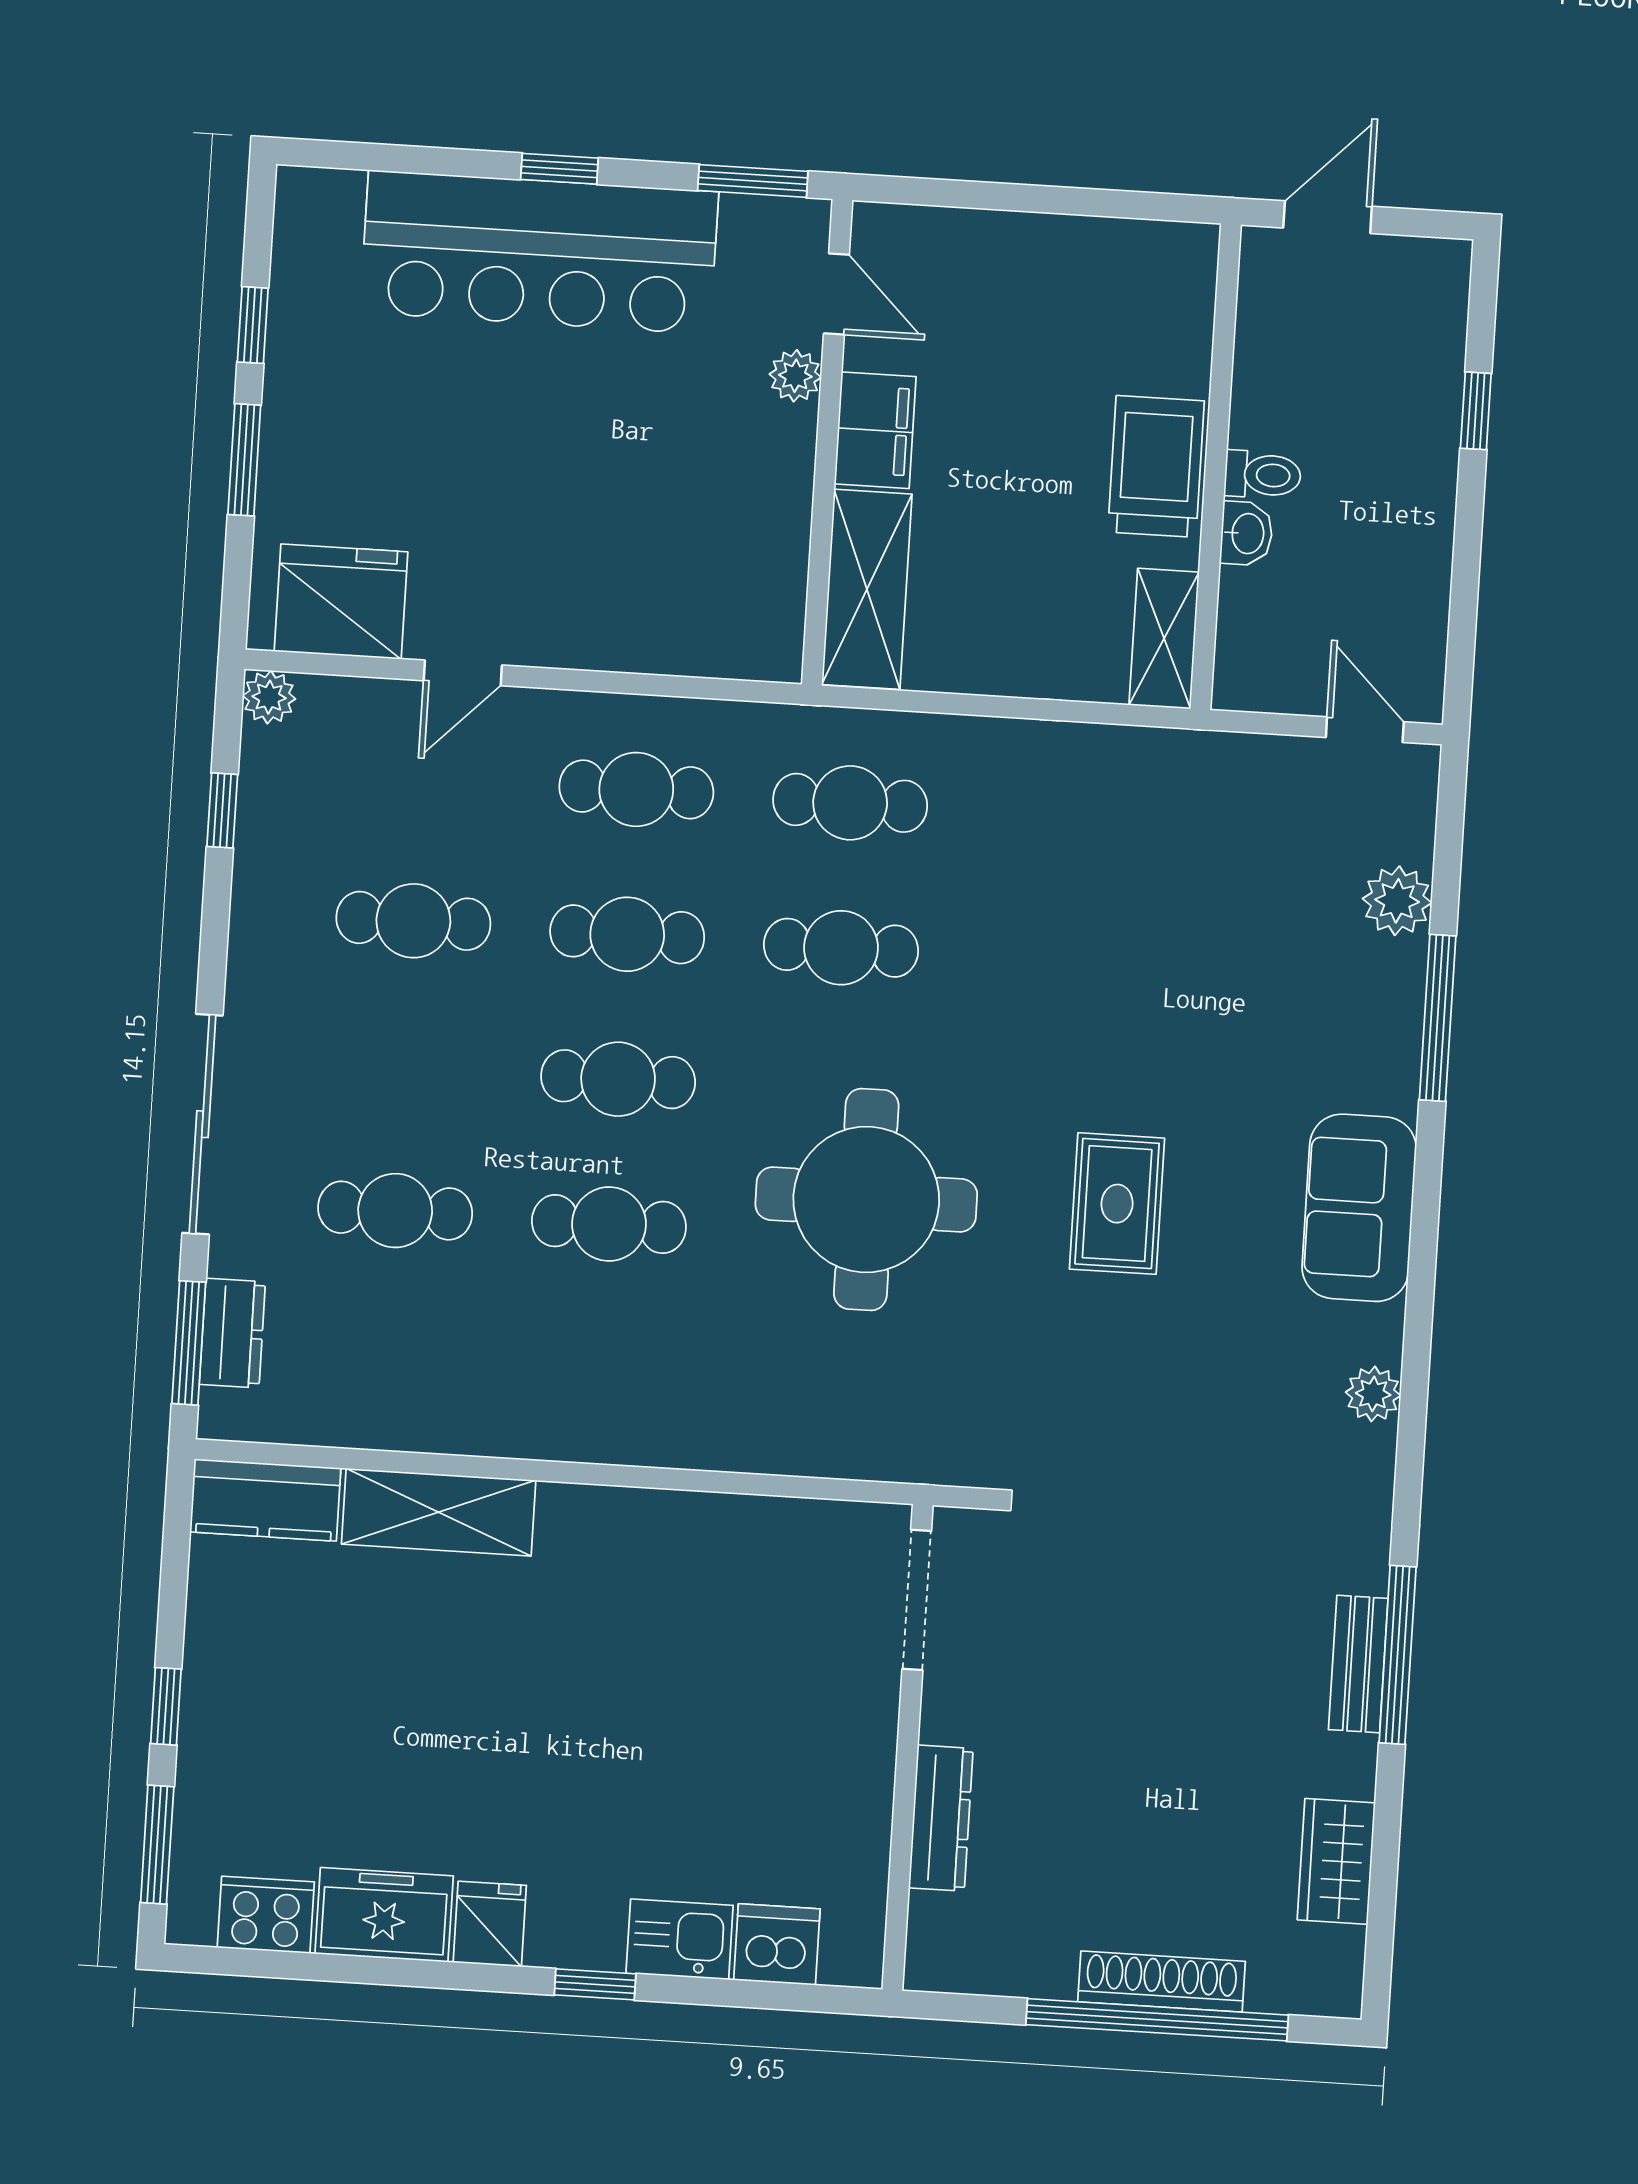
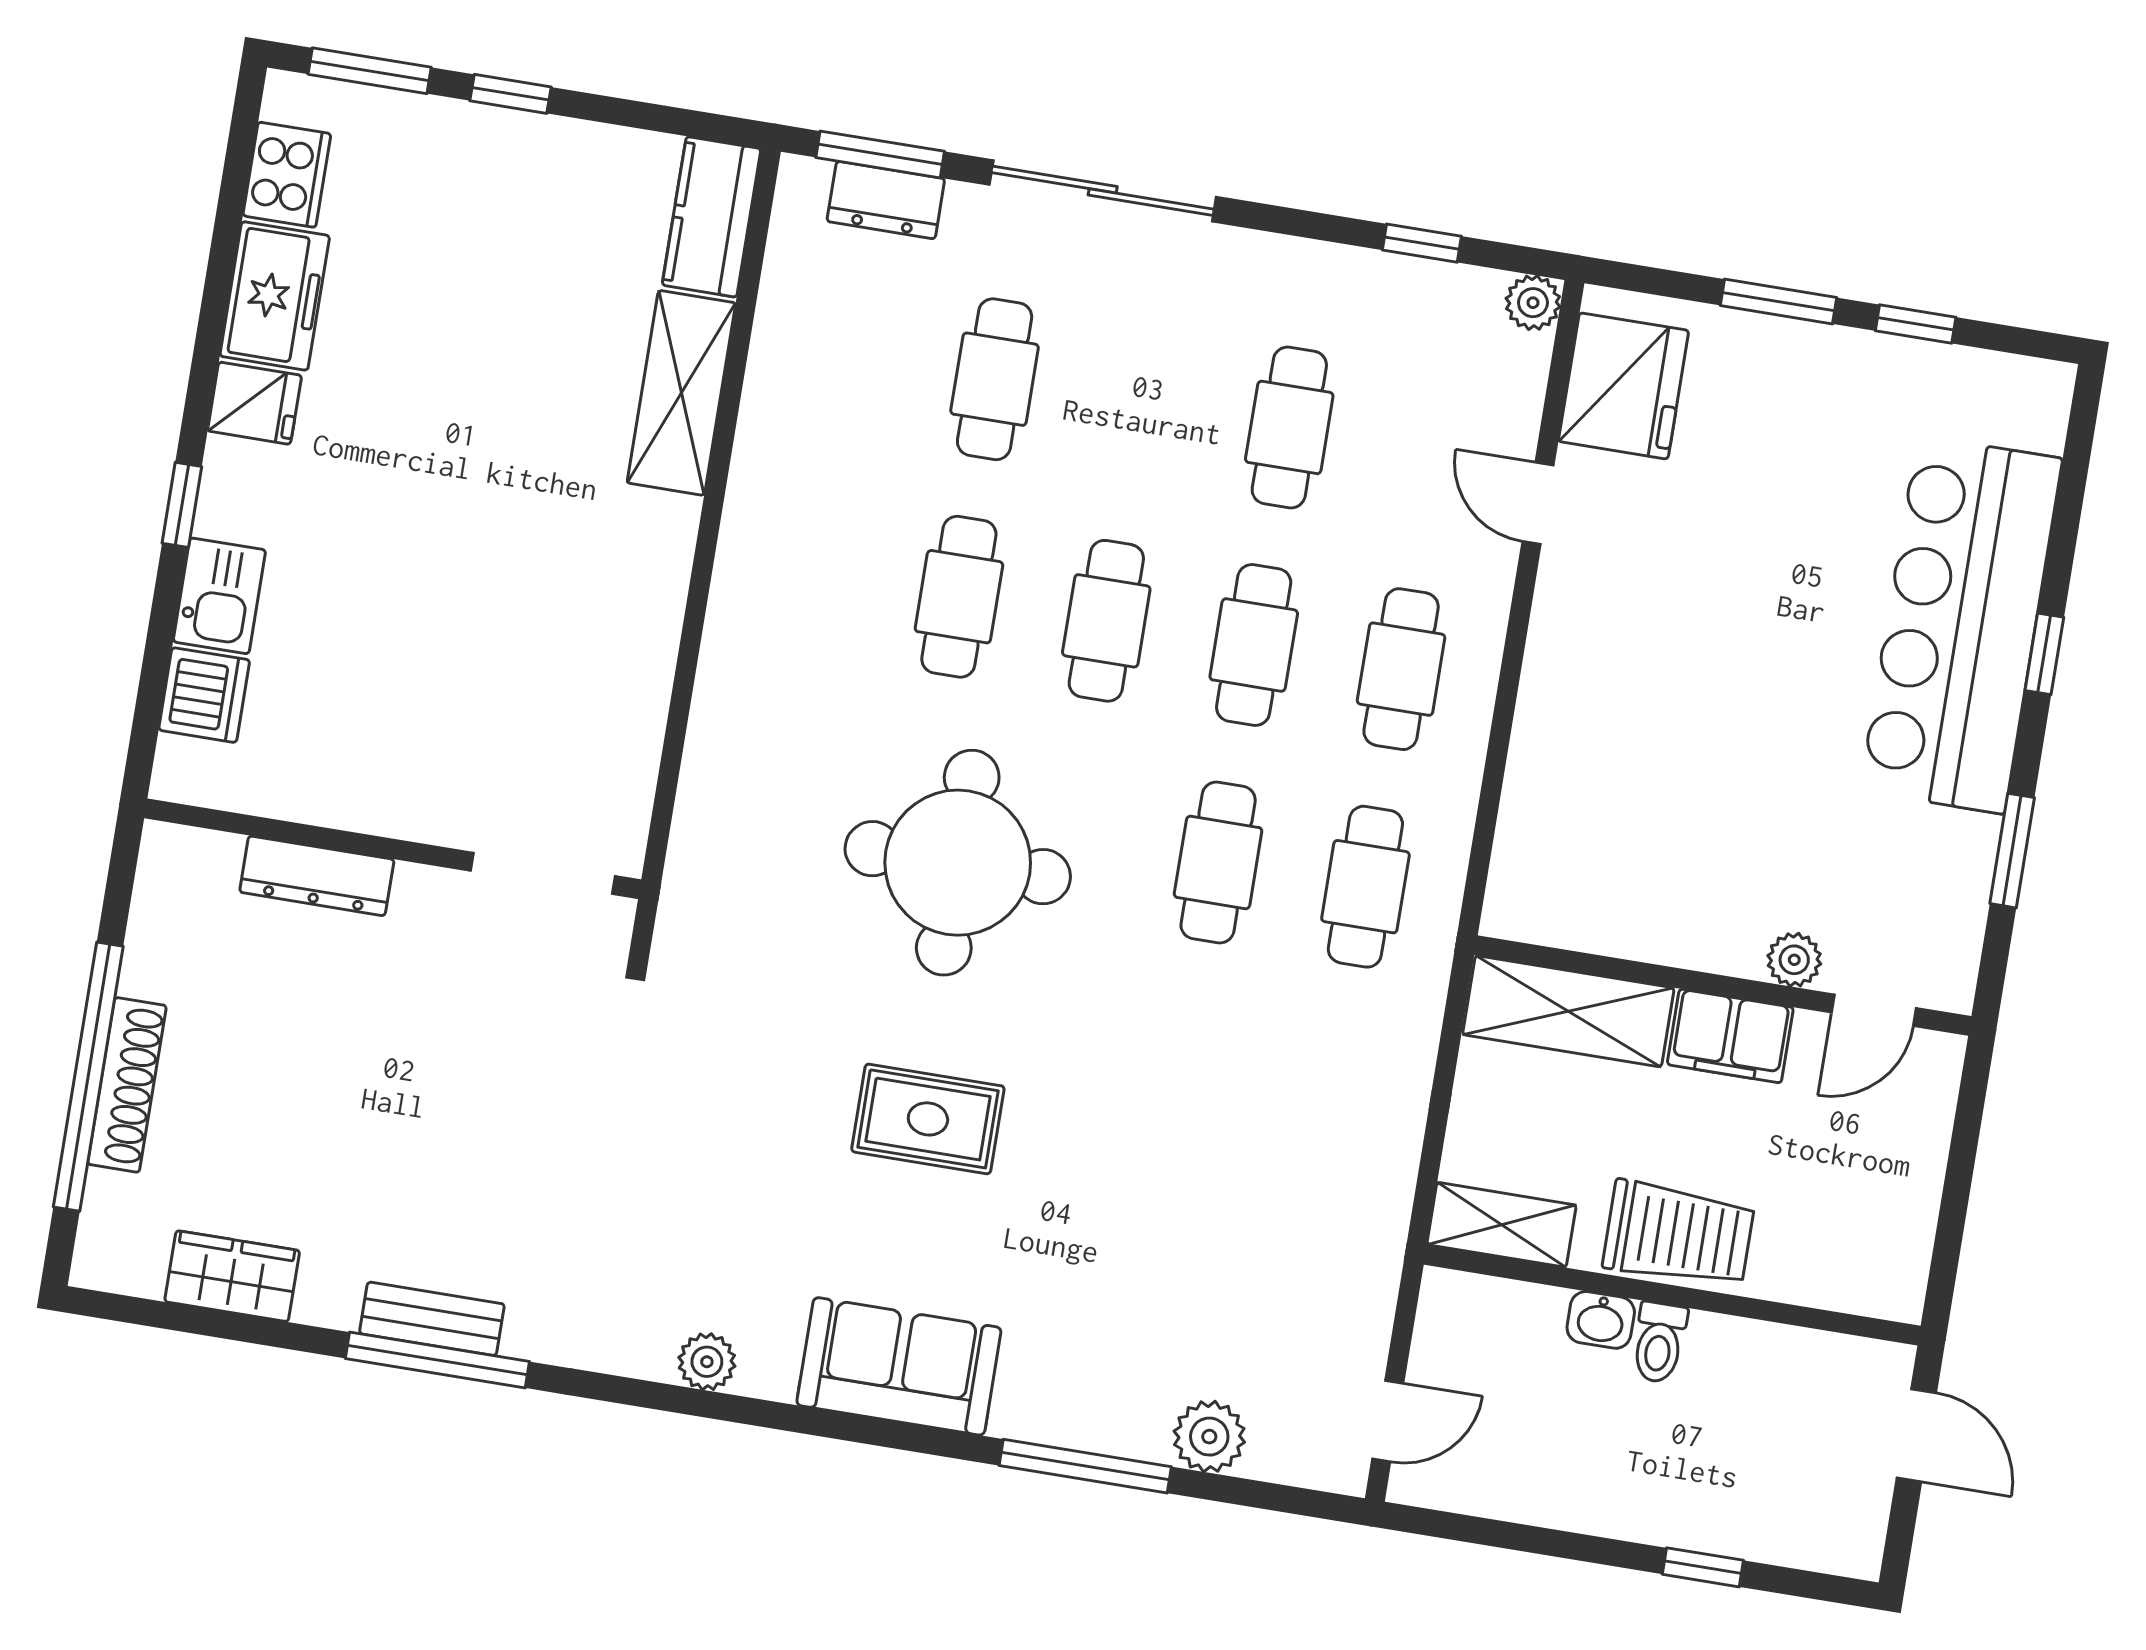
door: (836, 294) -> (1874, 1010), moved
plant: (795, 376) -> (1794, 960), moved
filing cabinet: (875, 430) -> (1730, 1036), moved
wall: (827, 442) -> (1723, 986), moved
shelving: (867, 589) -> (1568, 1011), moved

